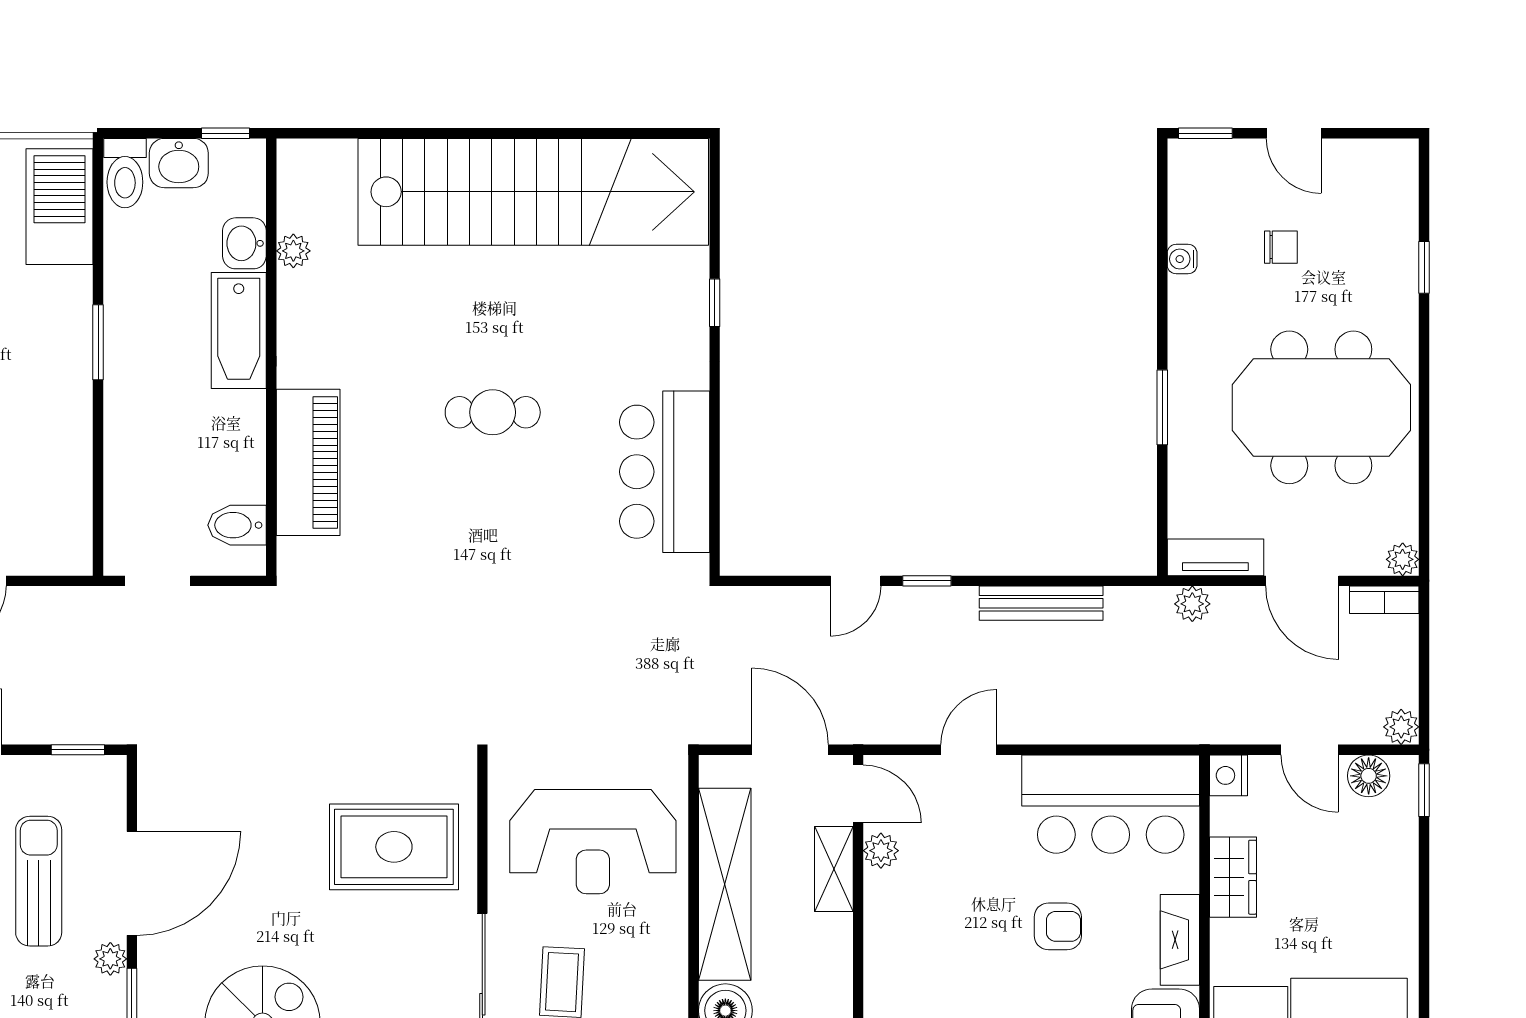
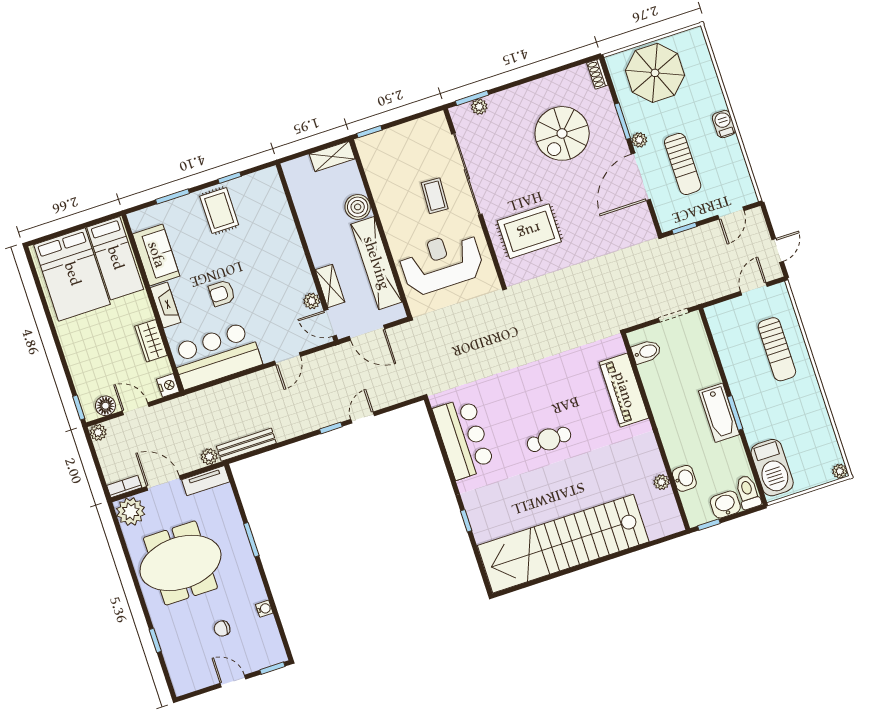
bathtub: (239, 331) -> (719, 413), moved, turned 180
plant: (1403, 559) -> (131, 512), width x1.88, depth x1.88
bench: (1041, 603) -> (246, 445), moved

